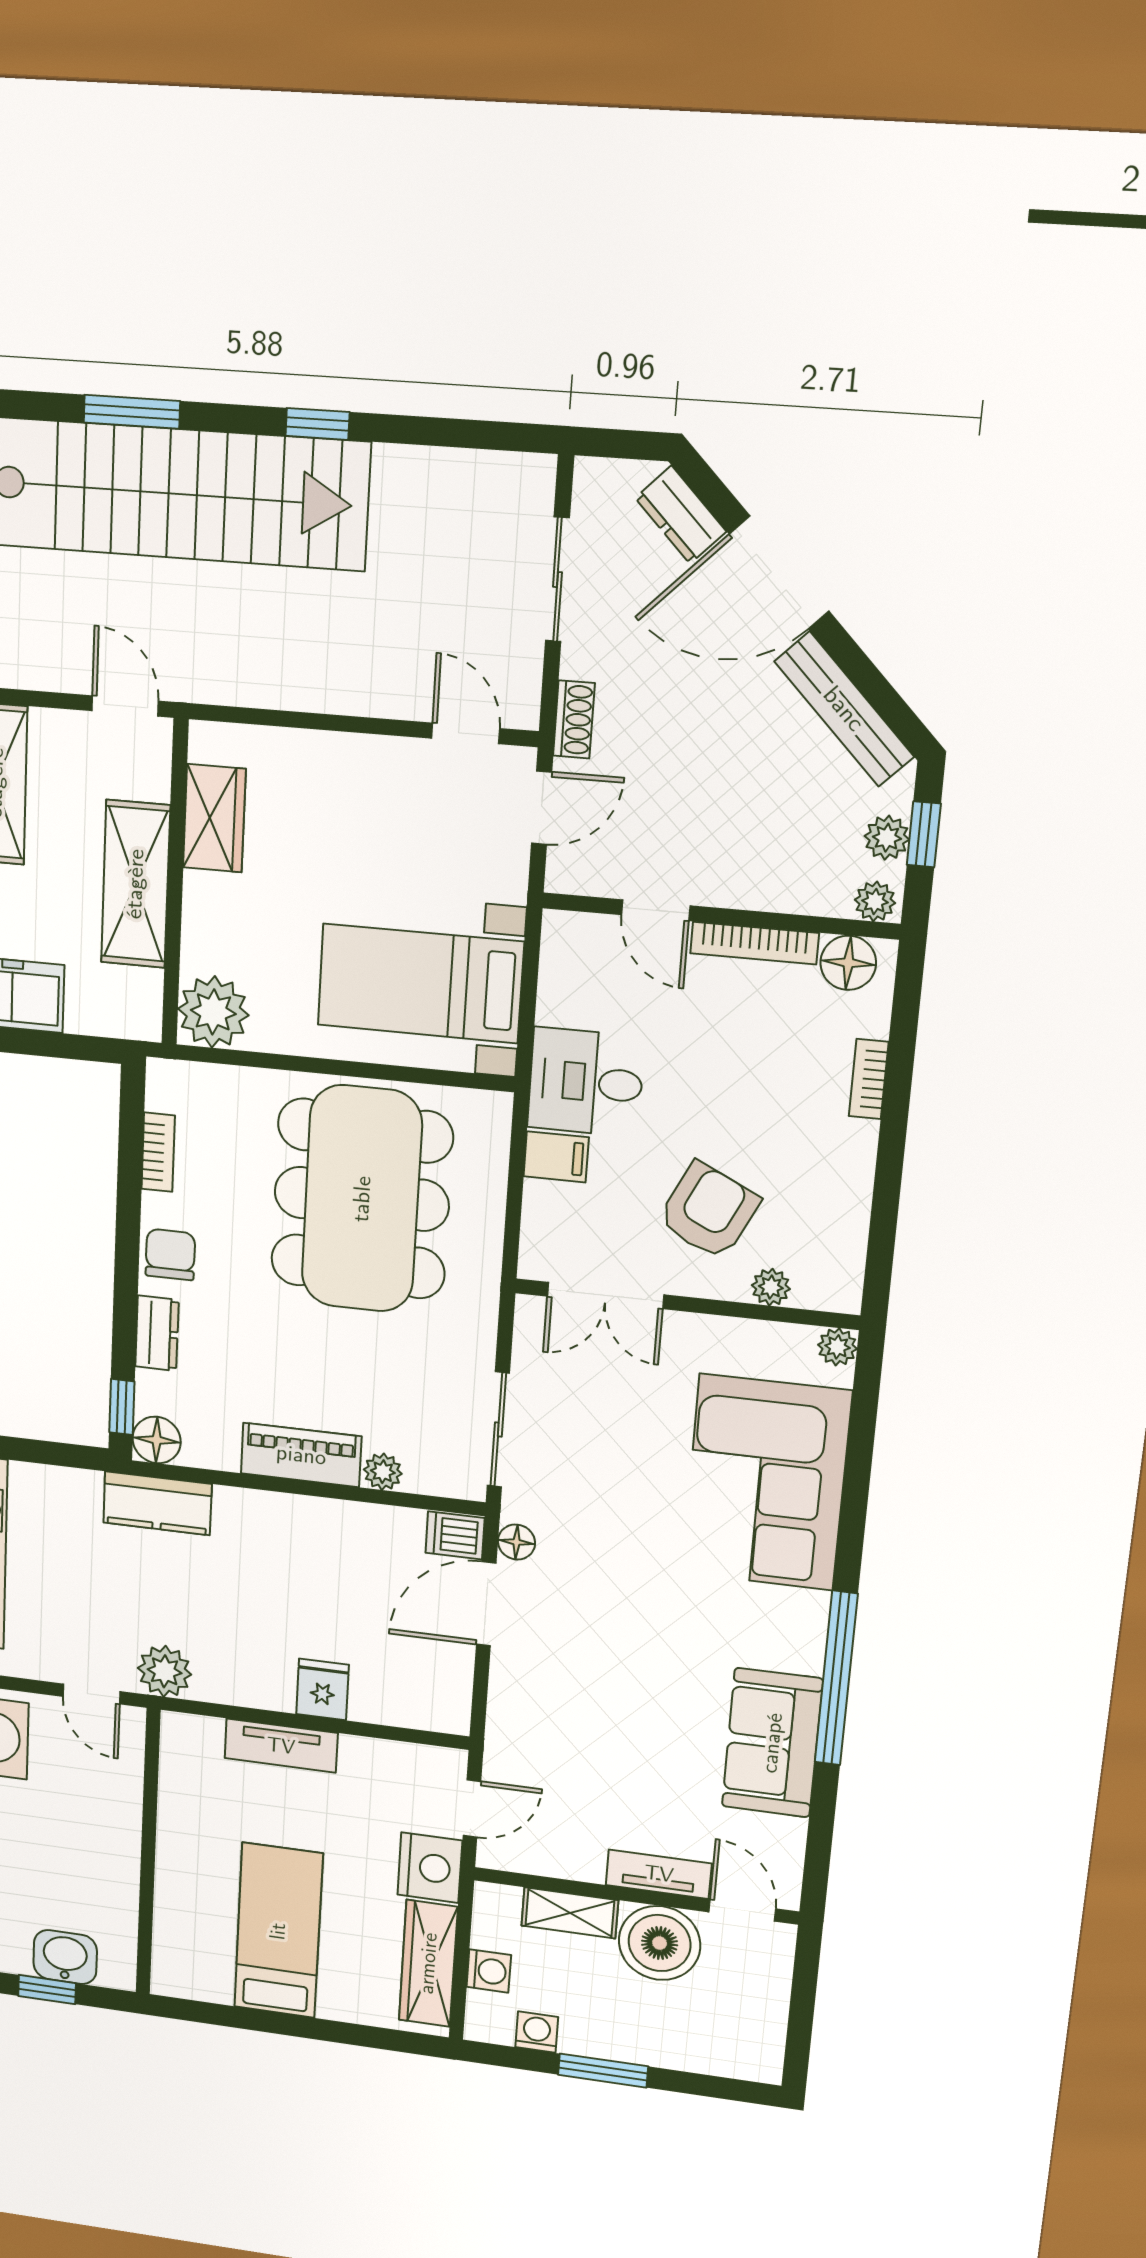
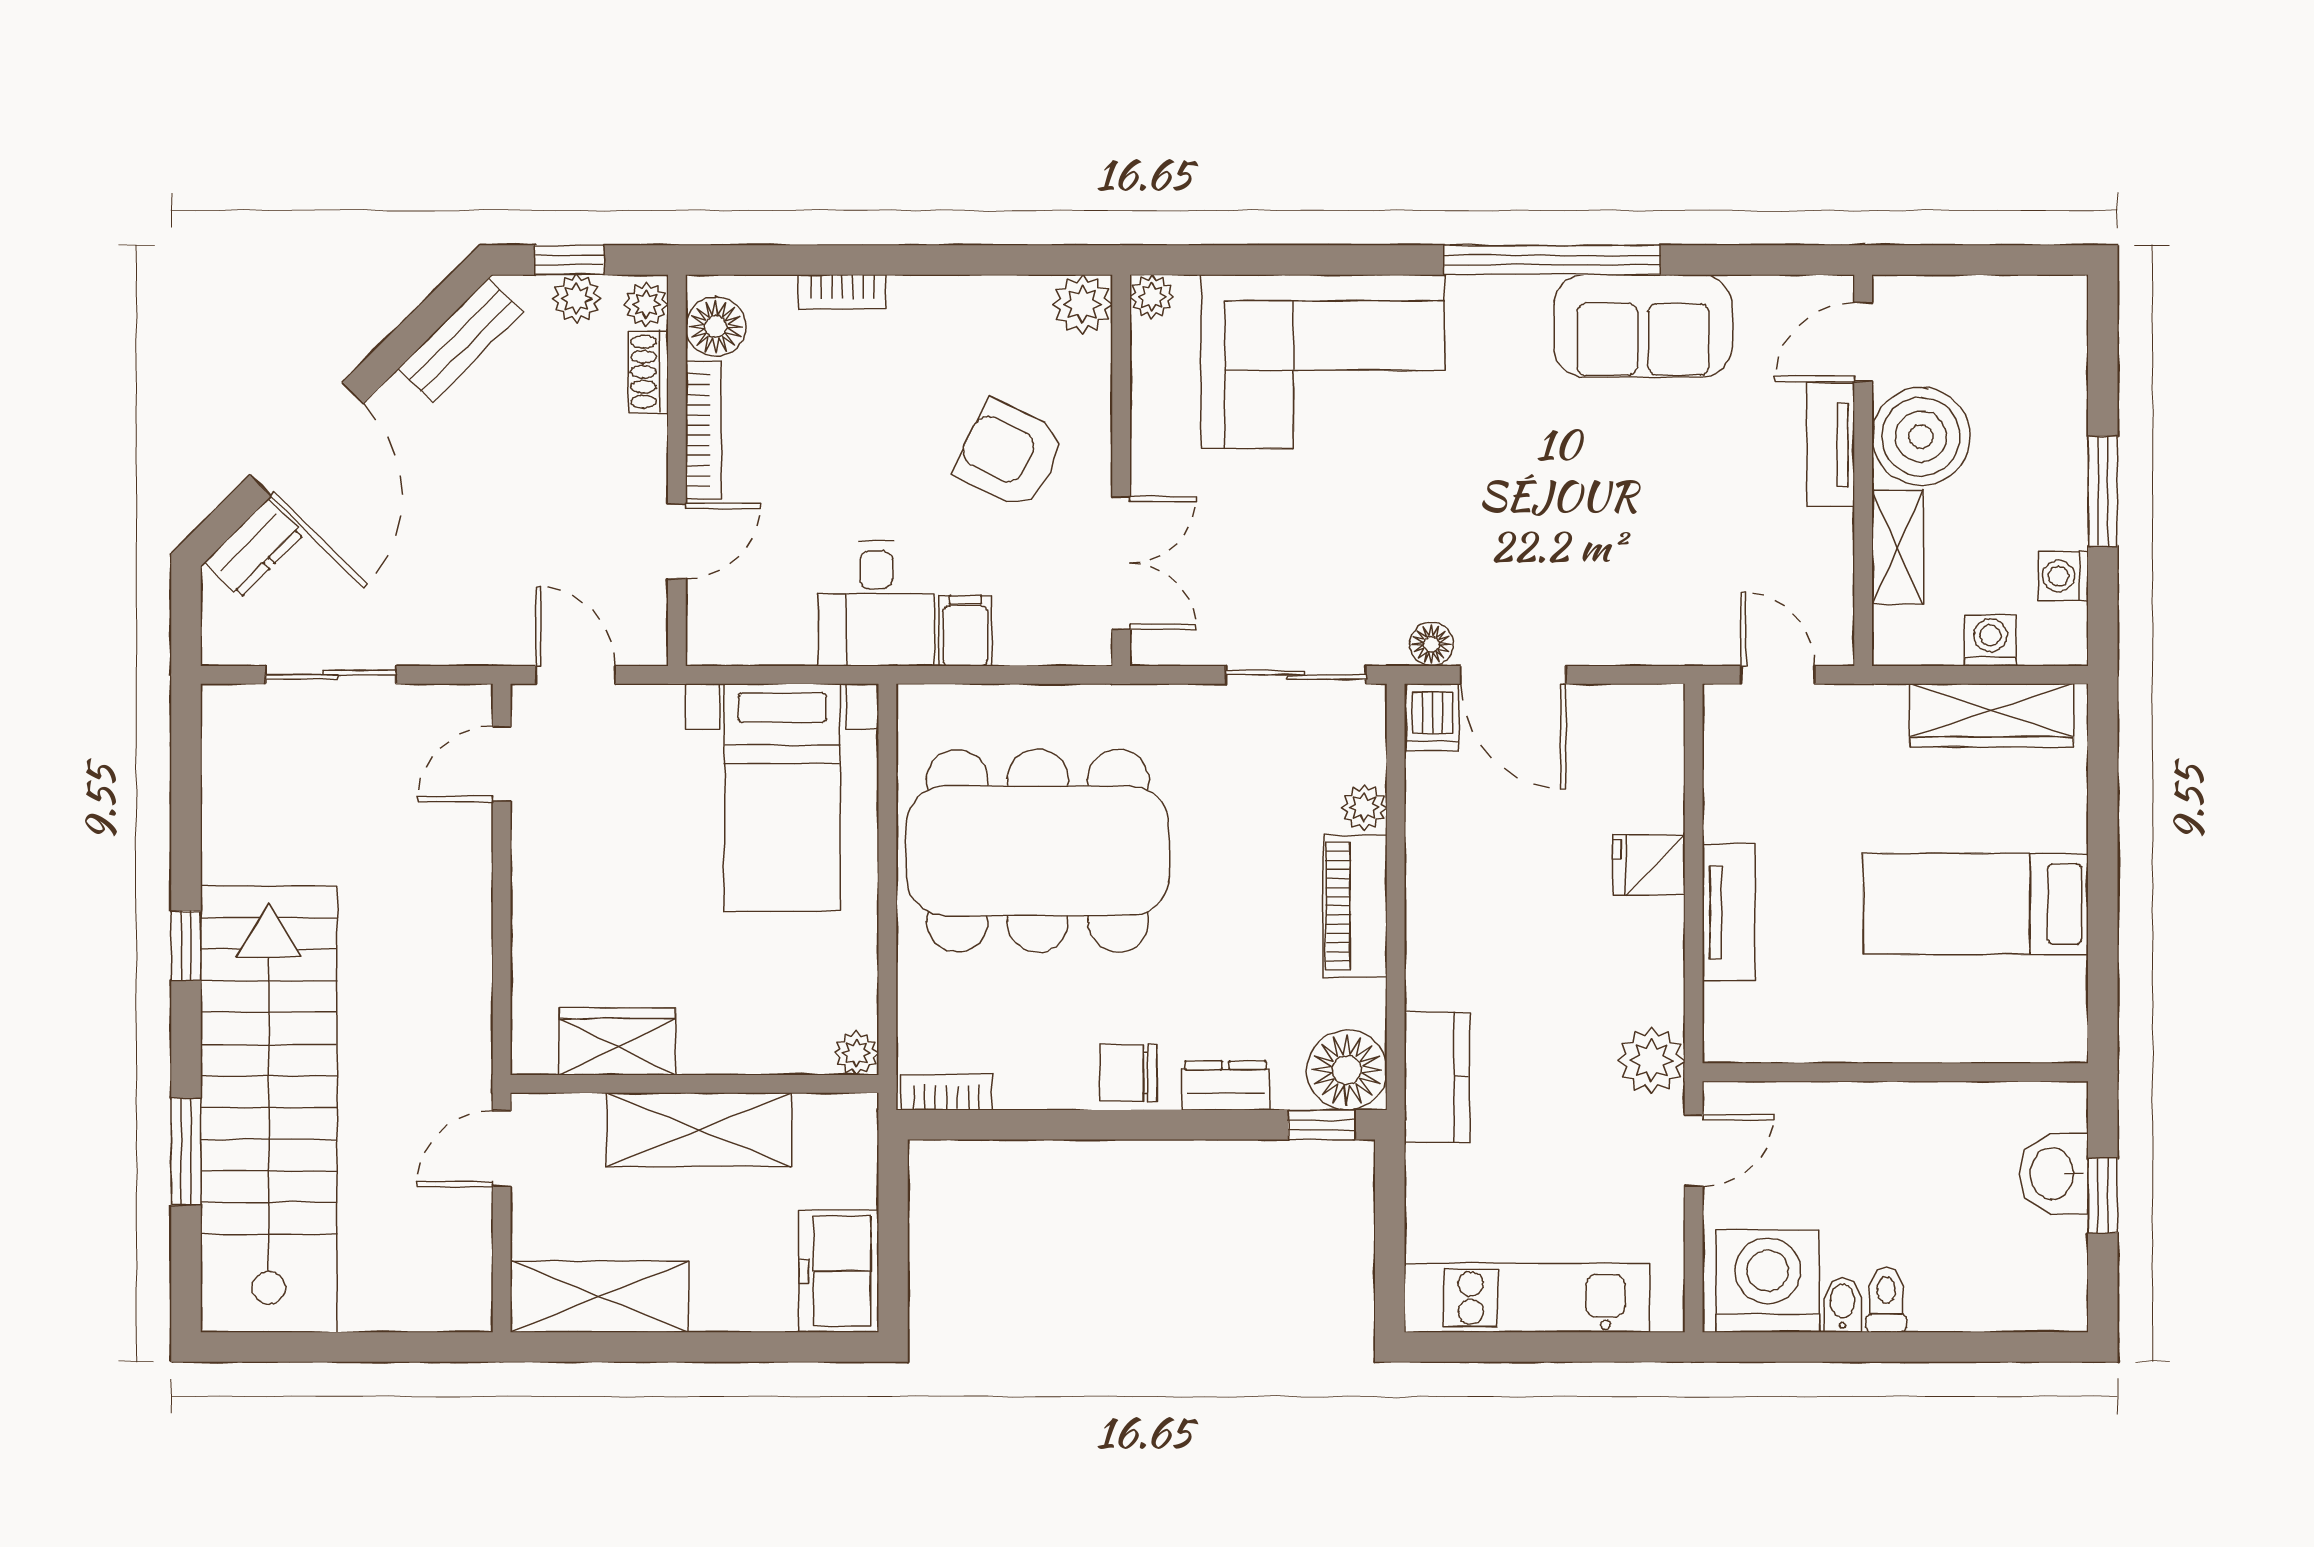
bench: (844, 709) -> (460, 341), width x0.73
shoe rack: (574, 719) -> (648, 372), moved, turned -90
plant: (213, 1012) -> (856, 1053), width x0.53, depth x0.53
bookcase: (158, 1152) -> (946, 1092), moved
plant: (771, 1287) -> (1082, 304), moved, width x1.38, depth x1.38
floor lamp: (157, 1440) -> (1347, 1070), width x1.38, depth x1.38
nightstand: (430, 1868) -> (1863, 721), removed

